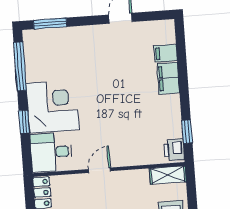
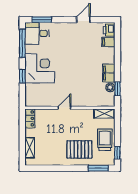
filing cabinet: (168, 78) -> (109, 73), moved
plant: (175, 130) -> (110, 87), added
printer: (174, 150) -> (109, 30), moved
desk: (51, 152) -> (37, 33), moved

